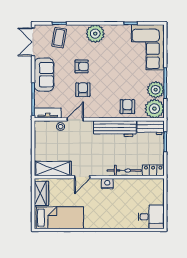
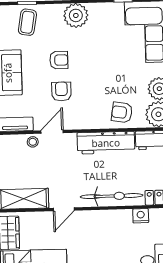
armchair: (127, 107) -> (122, 112), turned -81
bicycle: (124, 171) -> (112, 196), width x1.37, depth x1.40
nightstand: (107, 184) -> (141, 216), moved

